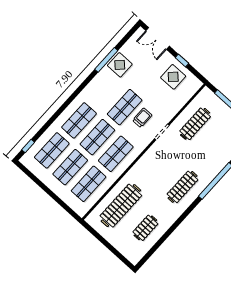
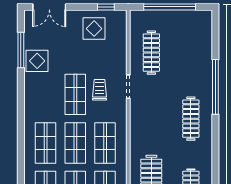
window: (106, 60) -> (21, 50), moved
window: (182, 61) -> (106, 7), moved

